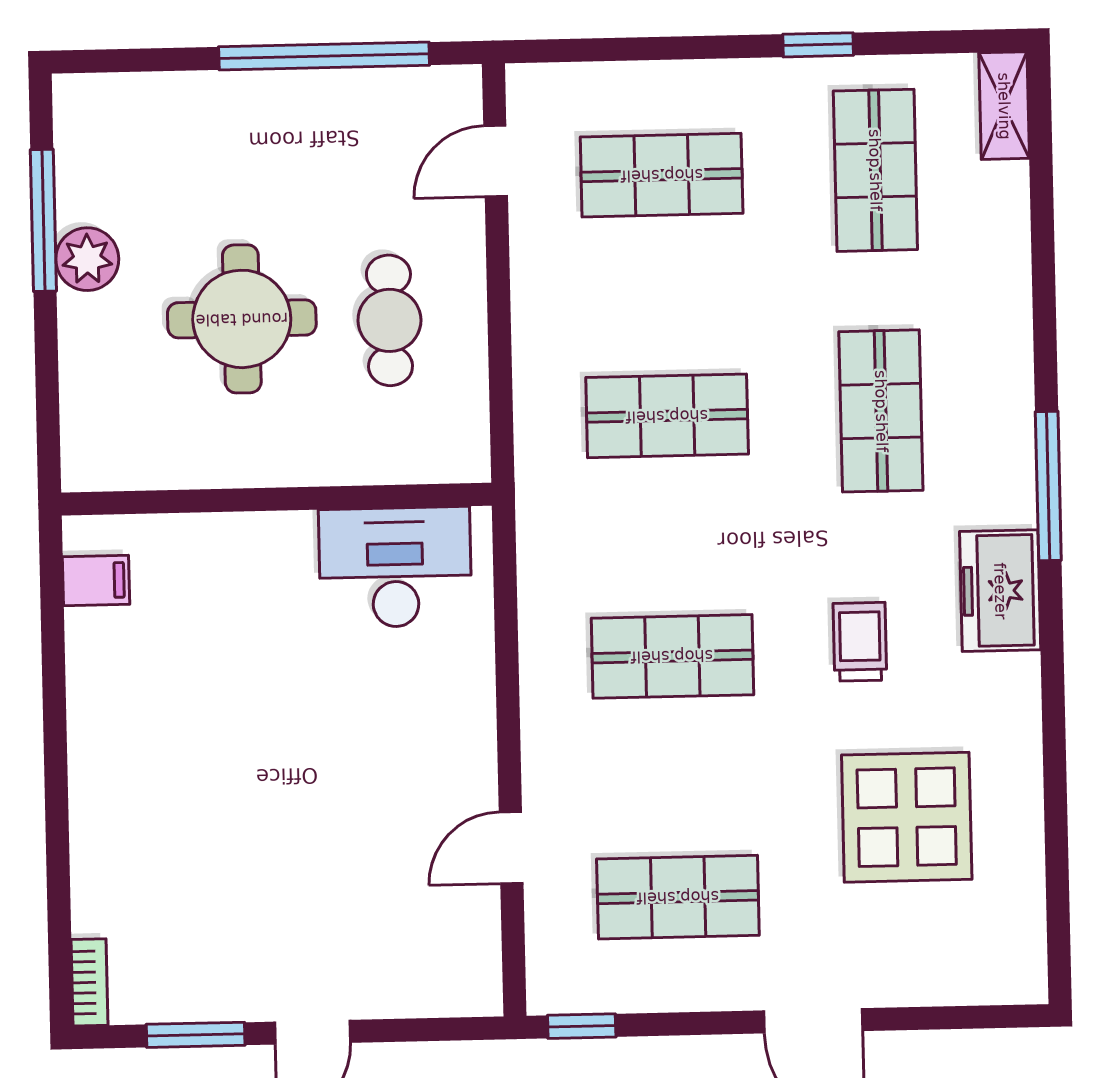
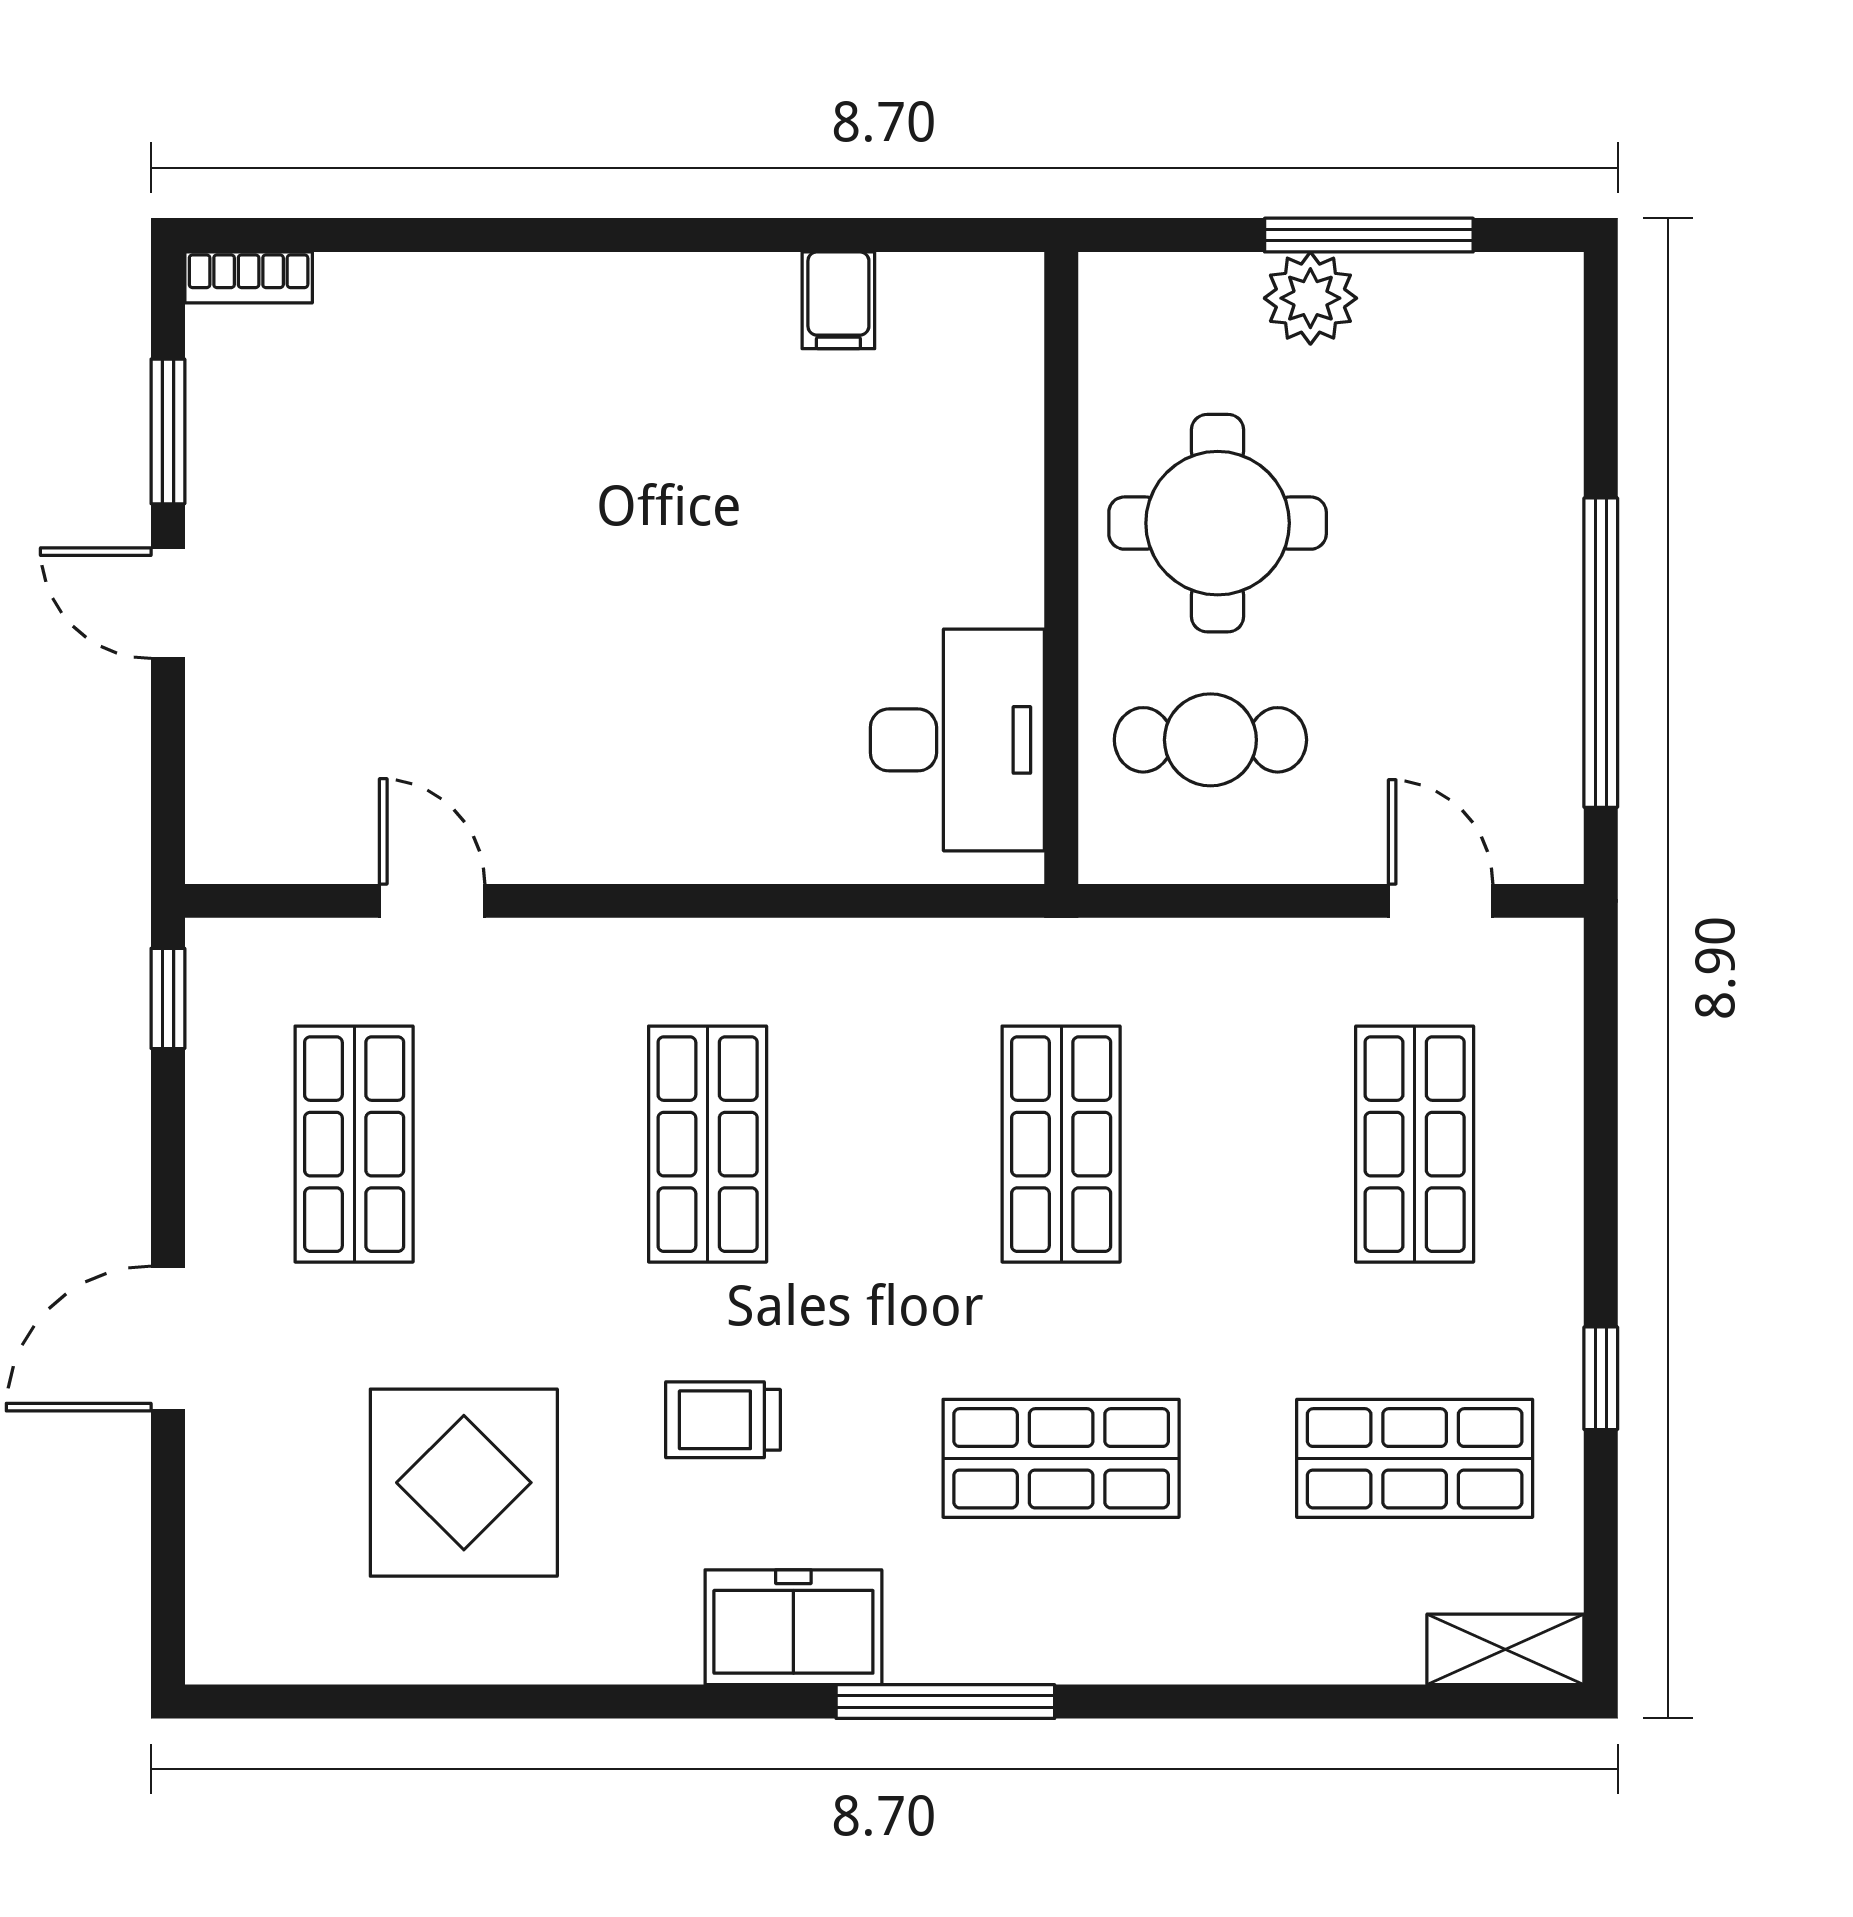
wall: (276, 499) -> (1061, 568), moved
desk: (395, 567) -> (957, 740), moved
trolley: (860, 642) -> (723, 1420), turned 180

